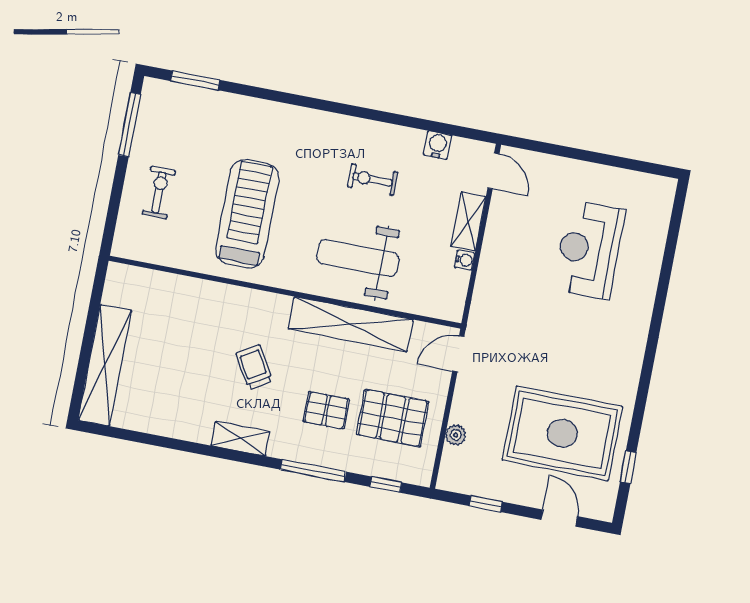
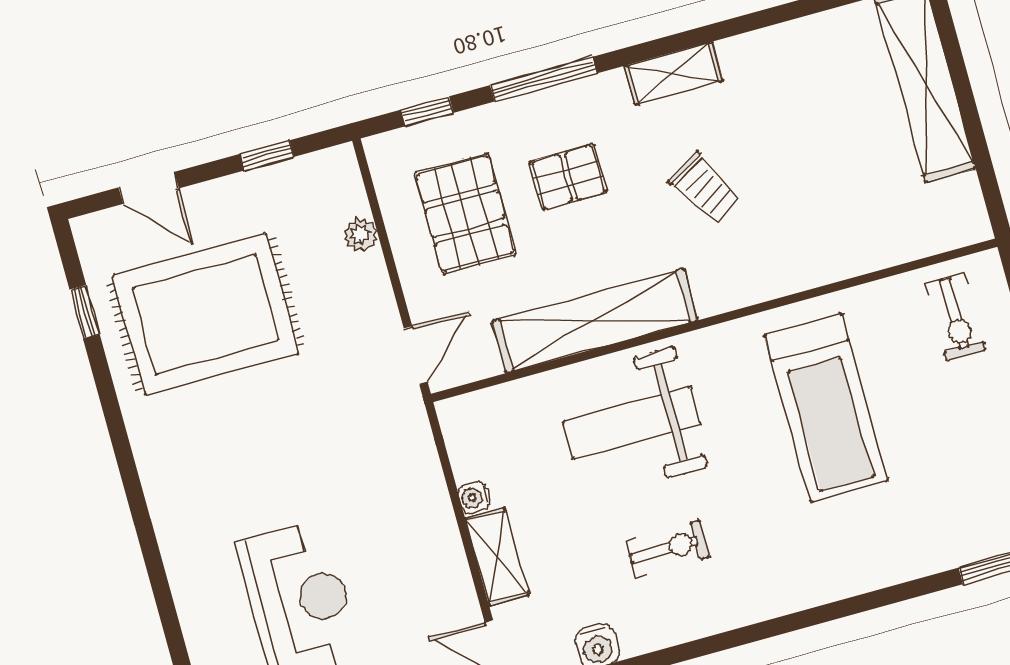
exercise bike: (159, 192) -> (956, 317), moved
weight bench: (358, 258) -> (632, 423), turned 180
pallet: (393, 418) -> (465, 214), turned 90

